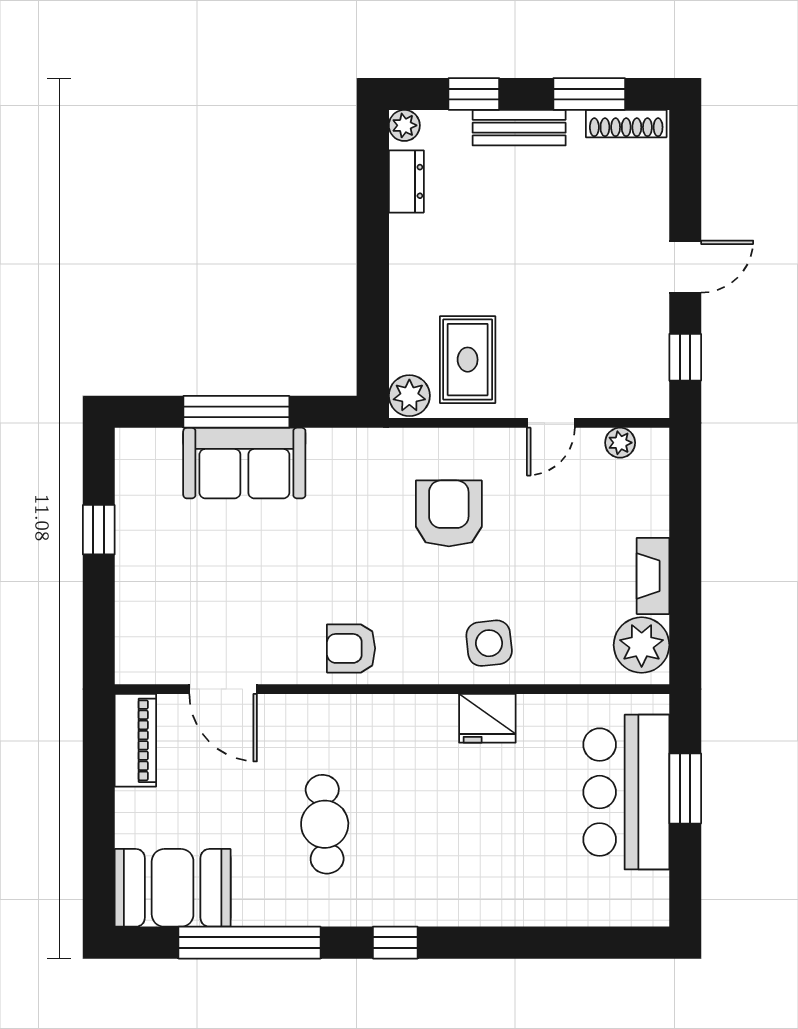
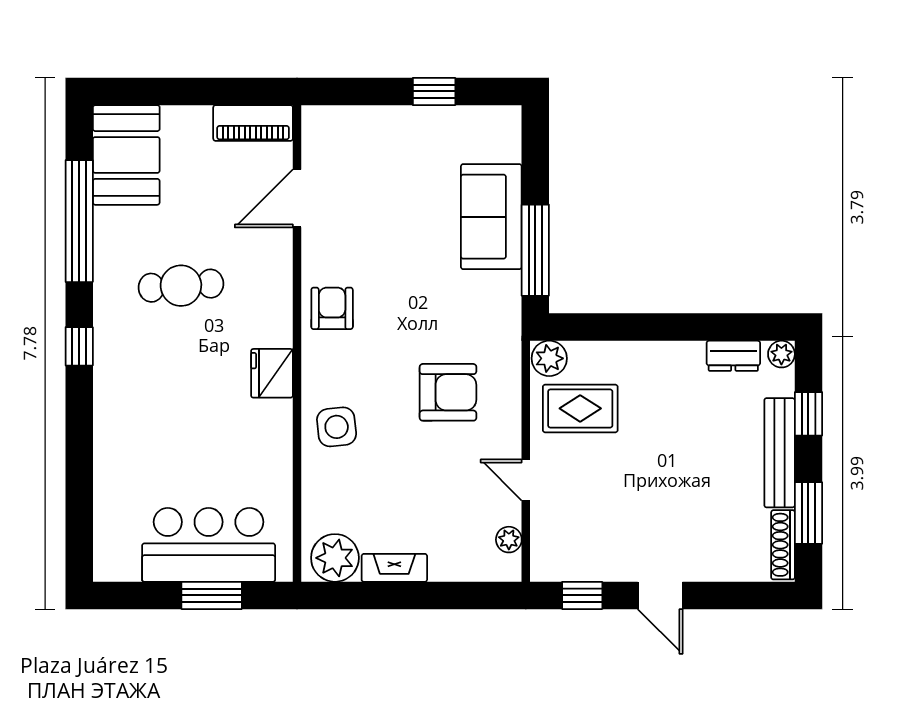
bench: (519, 128) -> (780, 453), width x1.36
window: (236, 412) -> (535, 250), moved
fridge: (487, 718) -> (272, 373), moved

